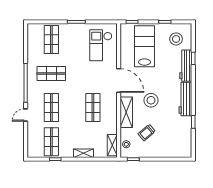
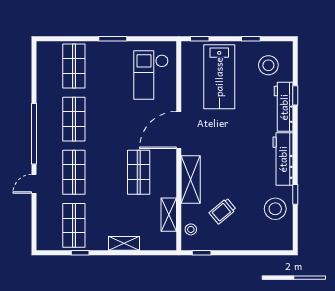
lab bench: (145, 46) -> (219, 77), turned 180
shop shelf: (51, 74) -> (74, 119), turned 90
door: (119, 80) -> (179, 130), swing flipped
stool: (151, 100) -> (275, 209), moved
shelving: (112, 145) -> (169, 215), moved

